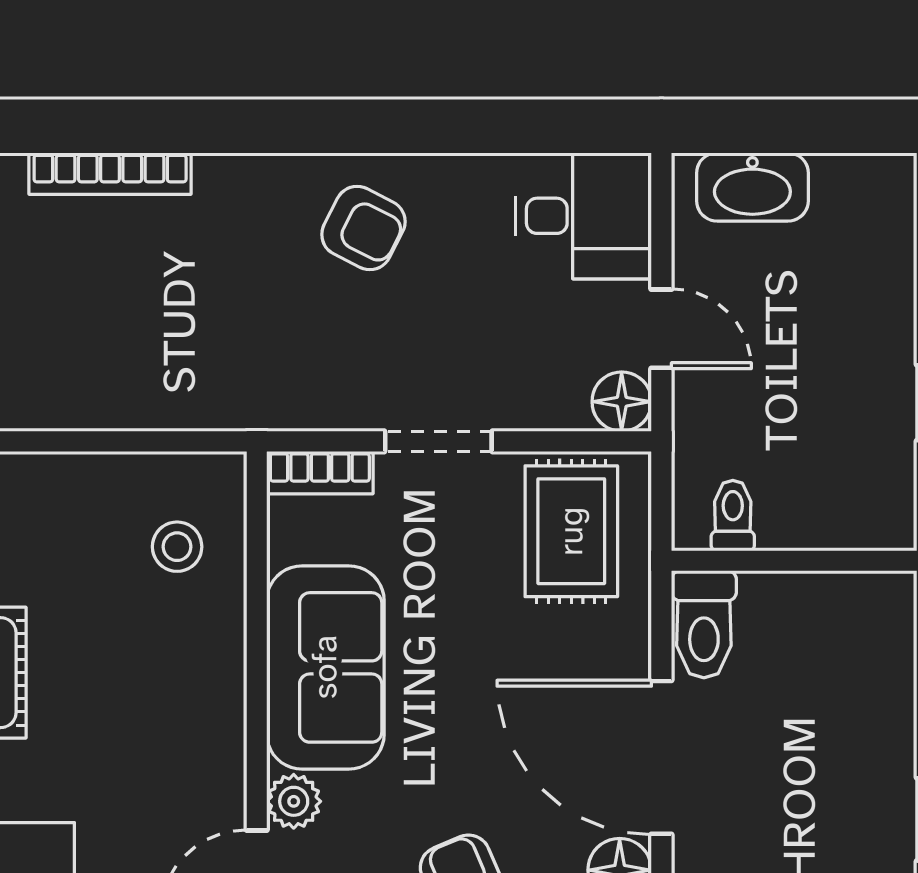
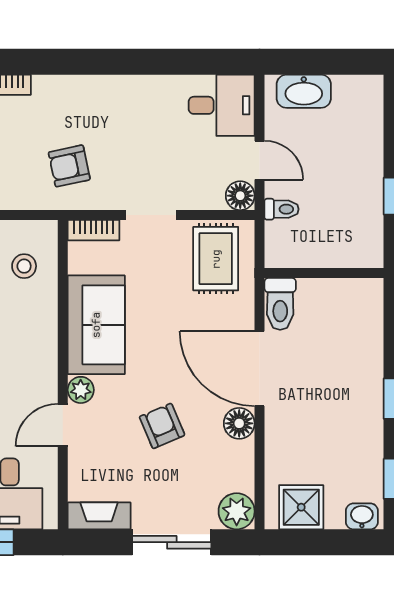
armchair: (363, 228) -> (69, 166), moved, turned 141
toilet: (733, 516) -> (281, 209), moved, turned 90

